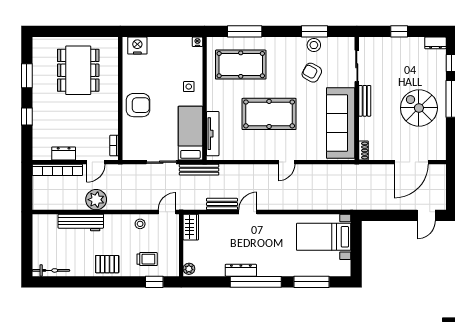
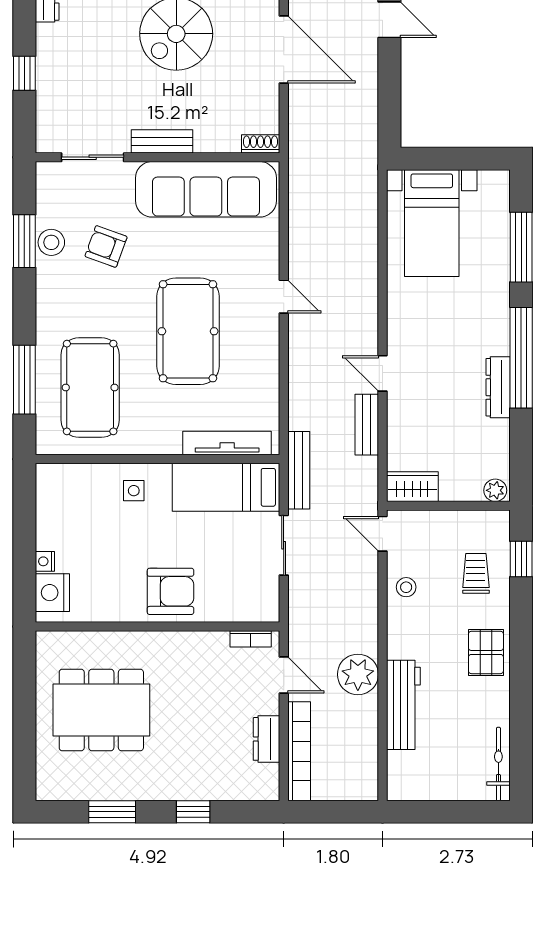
nightstand: (198, 42) -> (45, 561), moved
armchair: (312, 73) -> (106, 246), turned 81
armchair: (138, 105) -> (170, 591), turned 90

